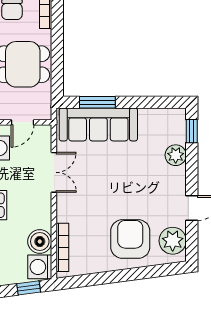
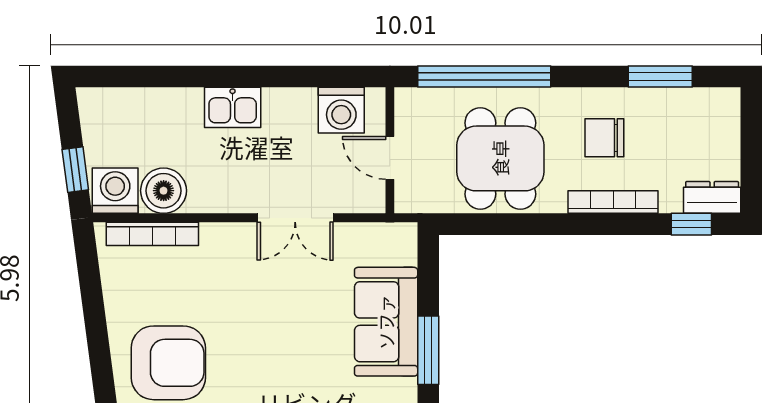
window: (97, 102) -> (428, 350), moved
sofa: (98, 124) -> (386, 322), width x0.73

